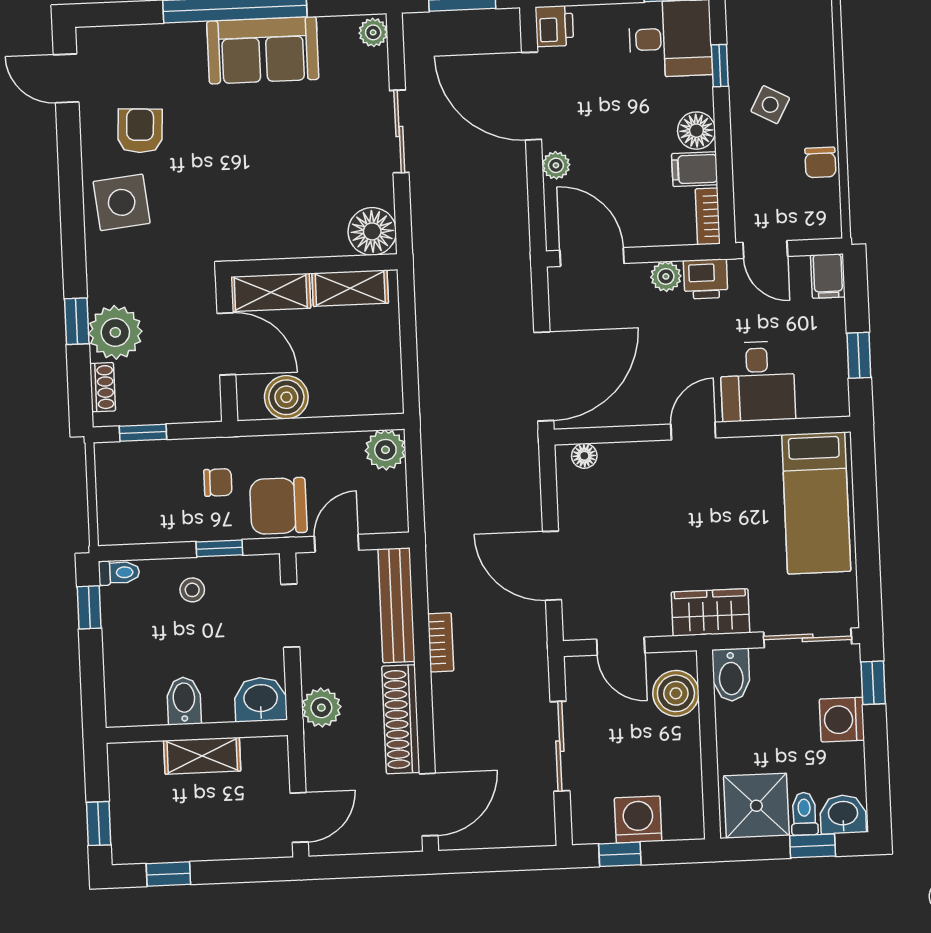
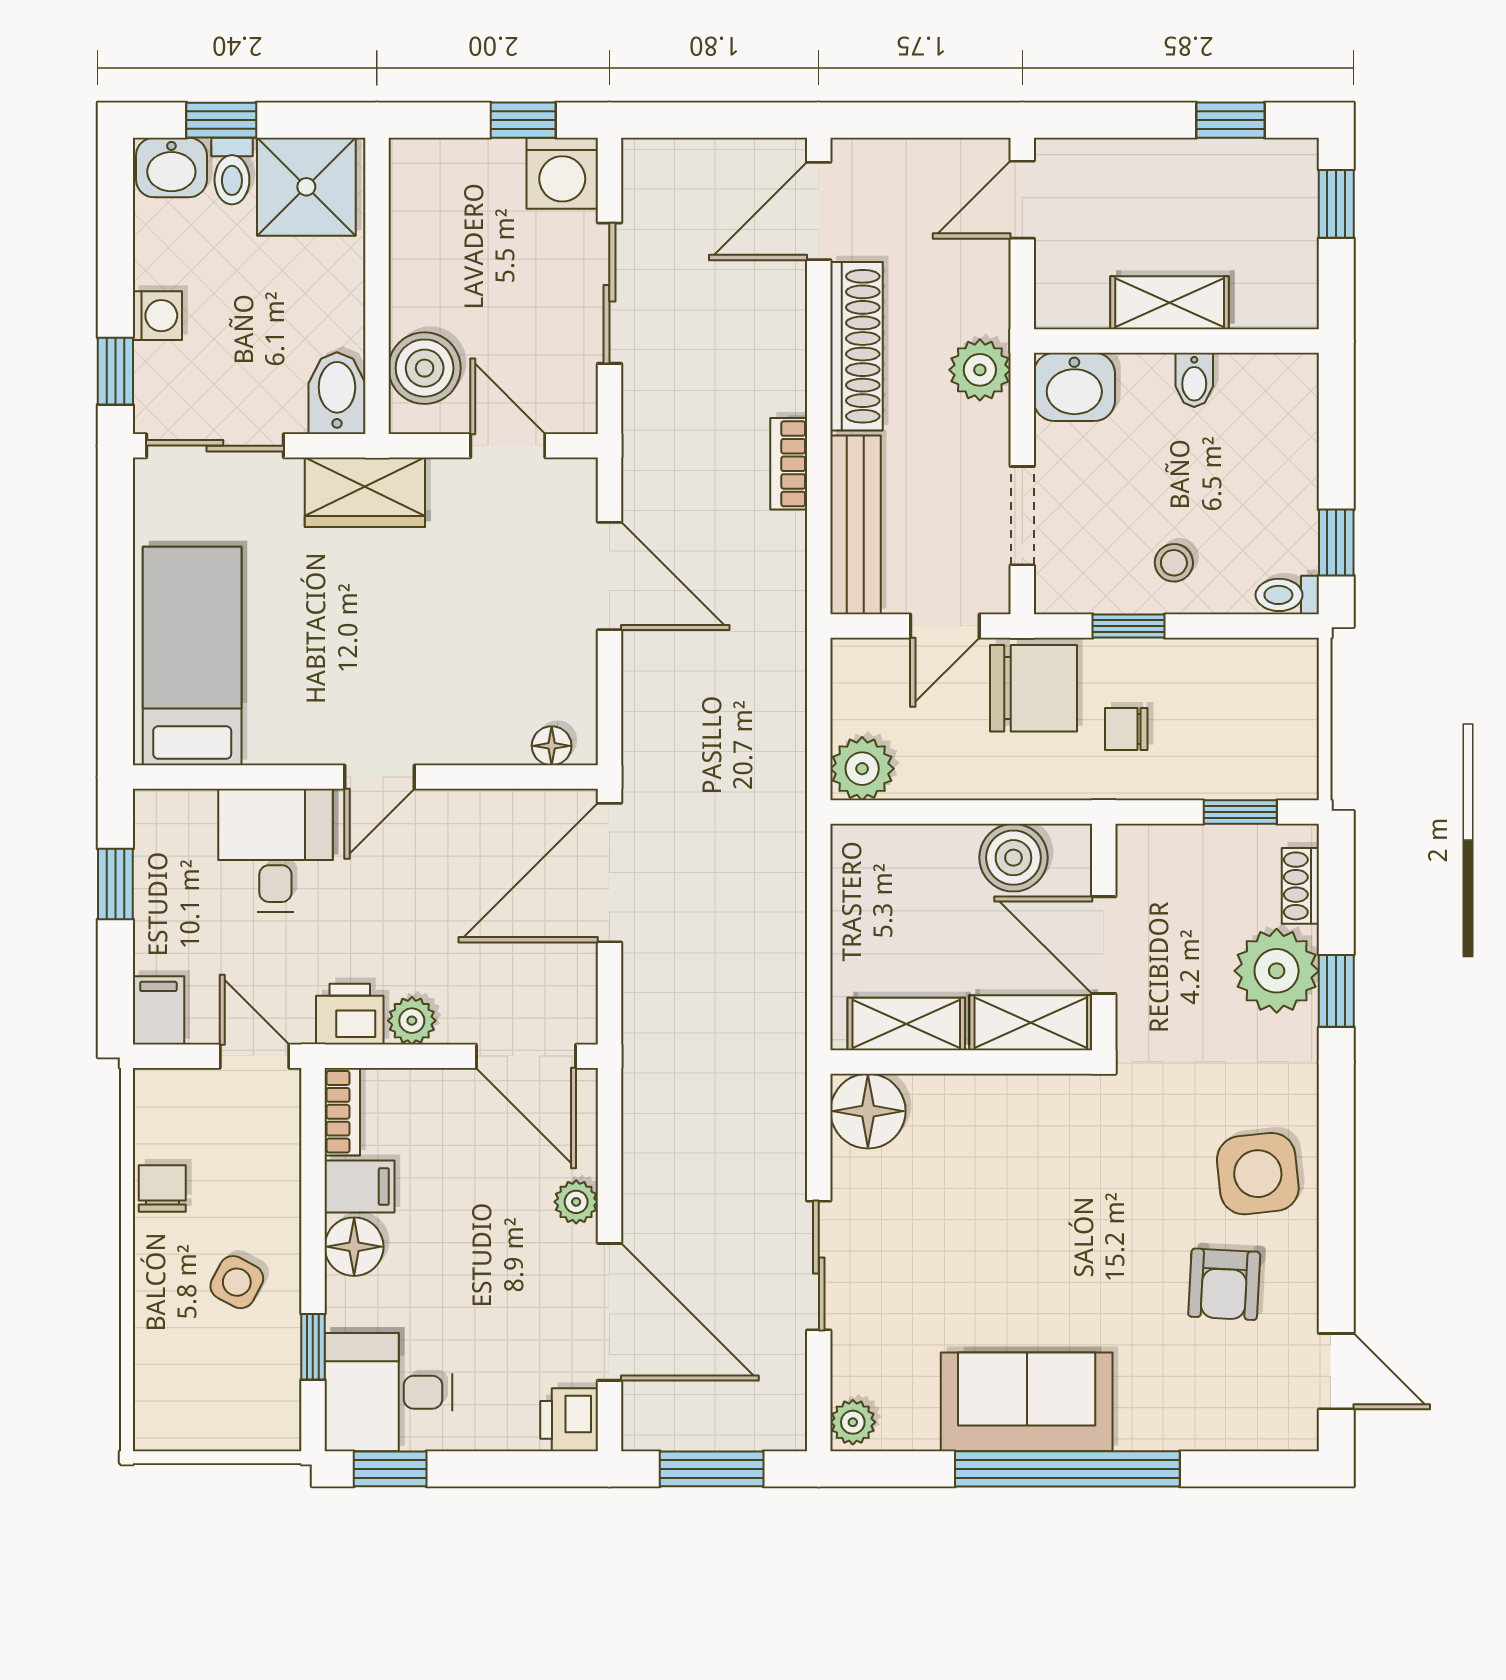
bidet: (184, 701) -> (1194, 380), width x0.72, depth x0.74
washing machine: (842, 720) -> (157, 316), width x0.73, depth x0.73
washing machine: (638, 820) -> (562, 173), moved

